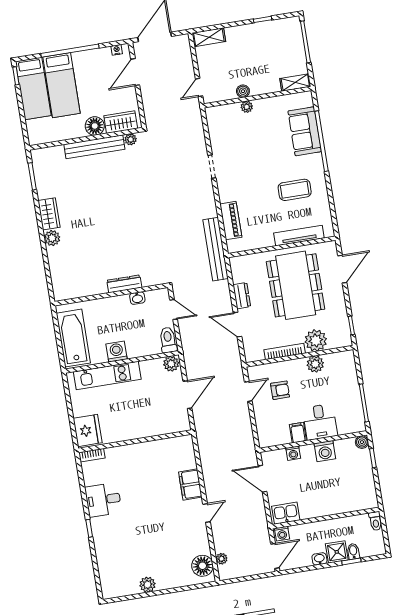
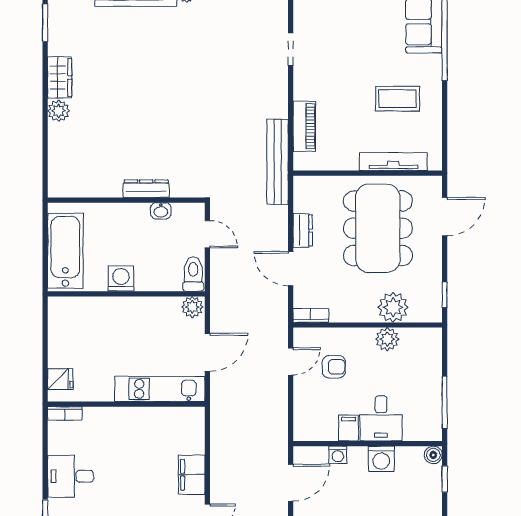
bookcase: (285, 352) -> (311, 315), moved, width x0.64
kitchen unit: (107, 376) -> (160, 389), moved, turned 180
fridge: (88, 430) -> (60, 379), width x0.53, depth x0.75
door: (262, 479) -> (291, 483), swing flipped

